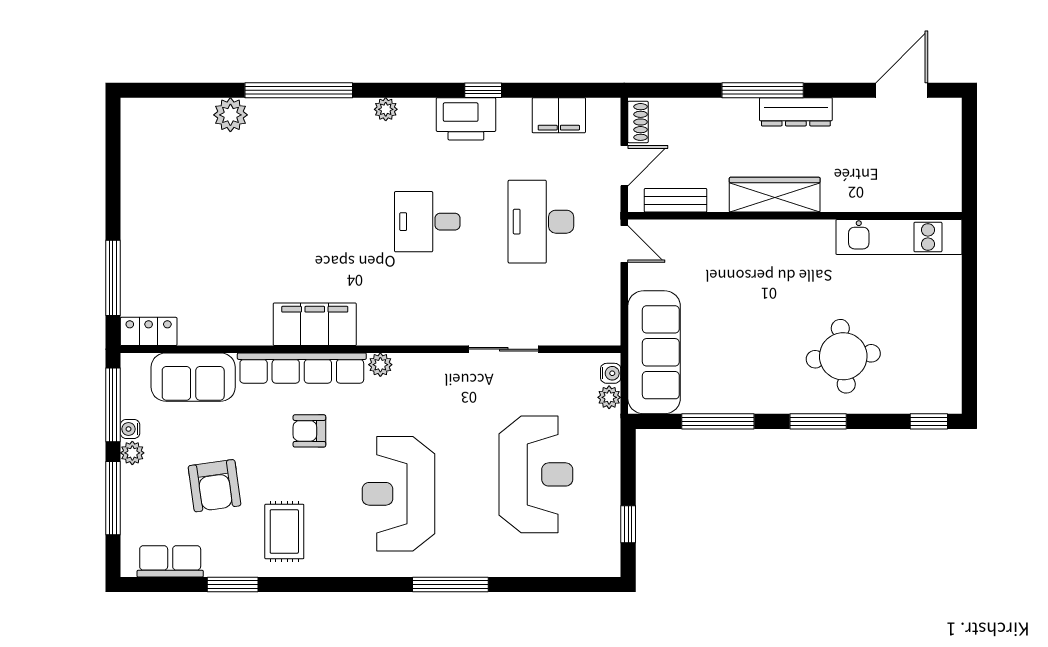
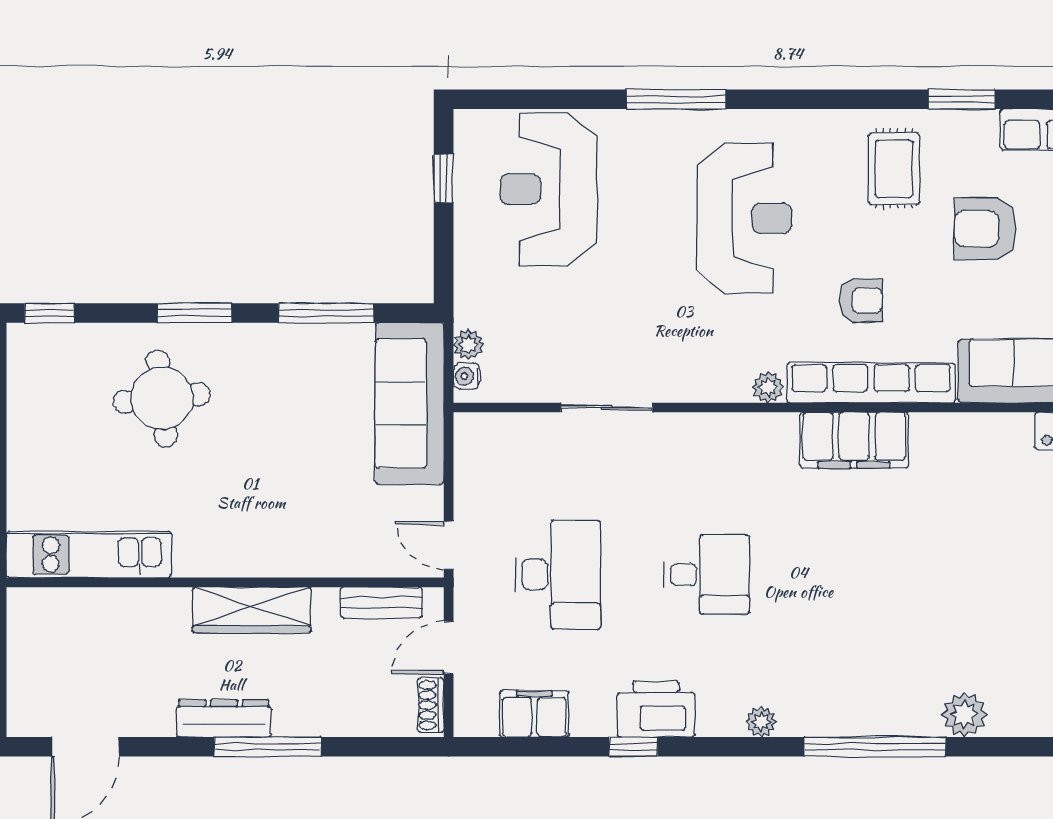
reception desk: (536, 474) -> (548, 189), moved
armchair: (215, 486) -> (985, 229), turned -82

